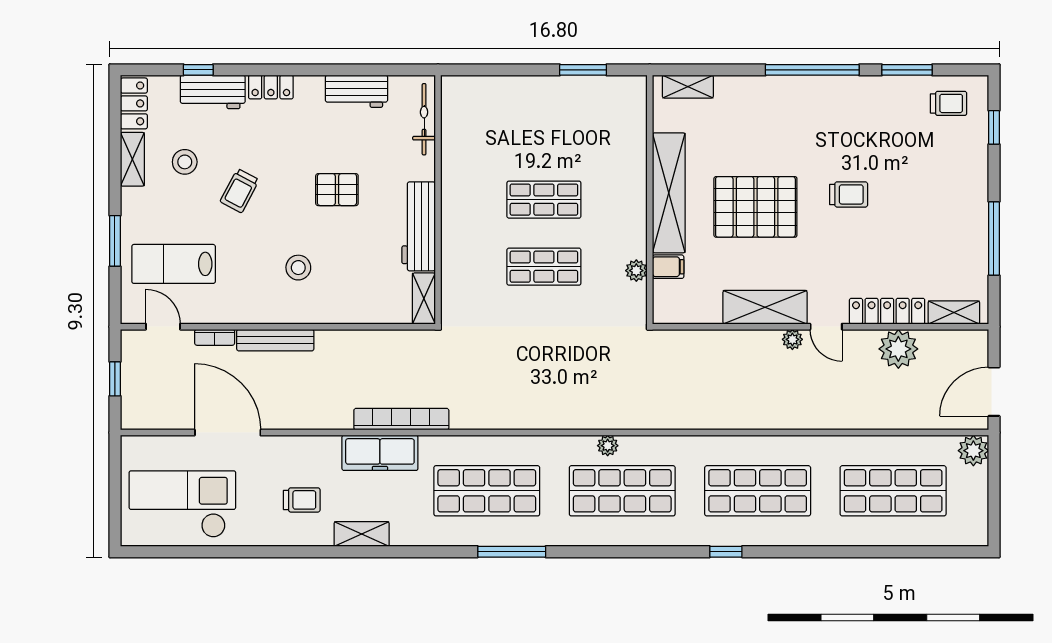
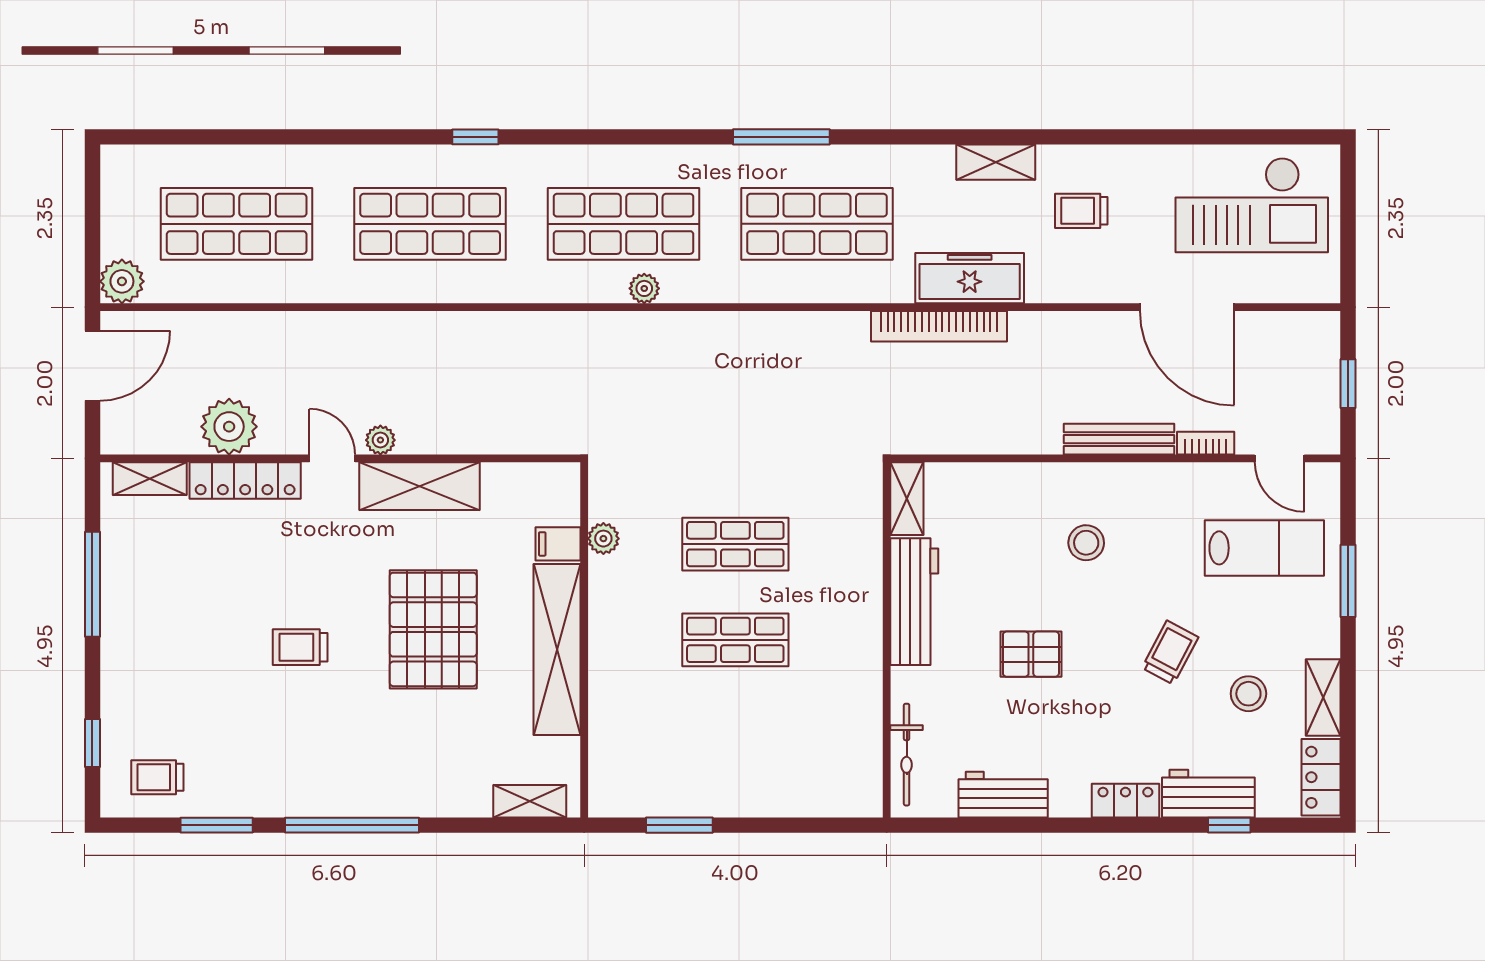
pallet: (755, 207) -> (433, 629), turned 90

